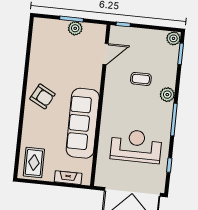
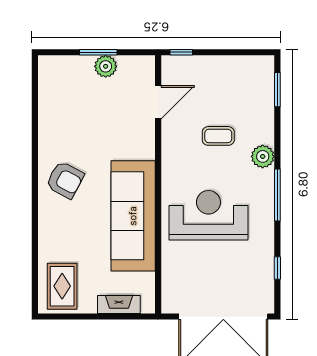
plant: (173, 38) -> (263, 66), removed
reception desk: (136, 146) -> (208, 215), moved

